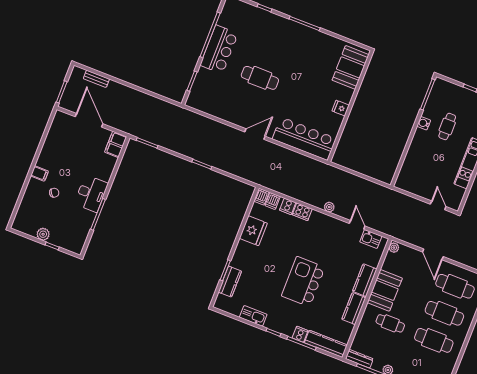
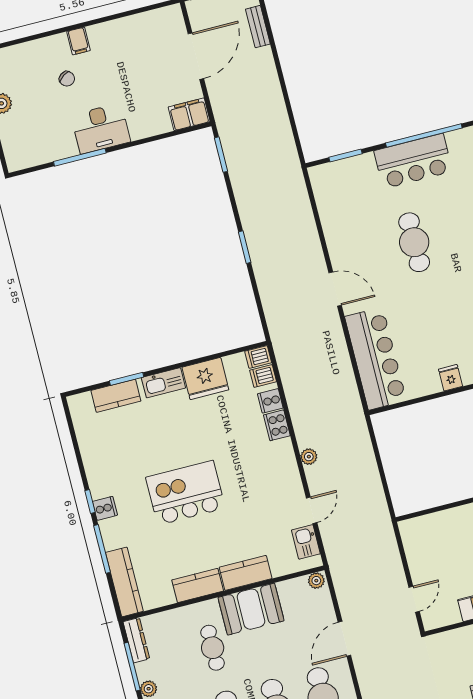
kitchen sink: (253, 316) -> (163, 383), moved, turned 90
cooker: (300, 334) -> (105, 508), moved

